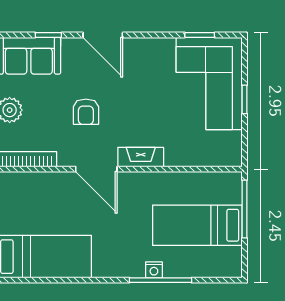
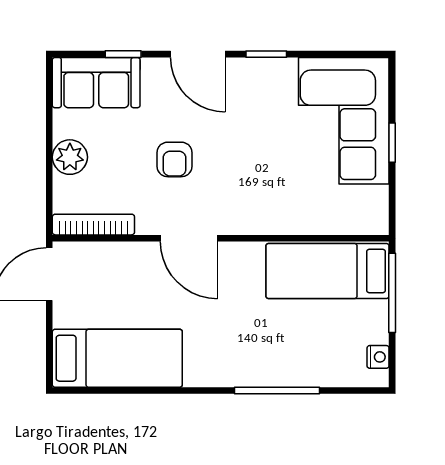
window: (200, 35) -> (266, 54), moved
fireplace: (141, 157) -> (250, 222), removed
bed: (197, 225) -> (327, 271), moved
nightstand: (154, 270) -> (378, 357), moved, turned -90

